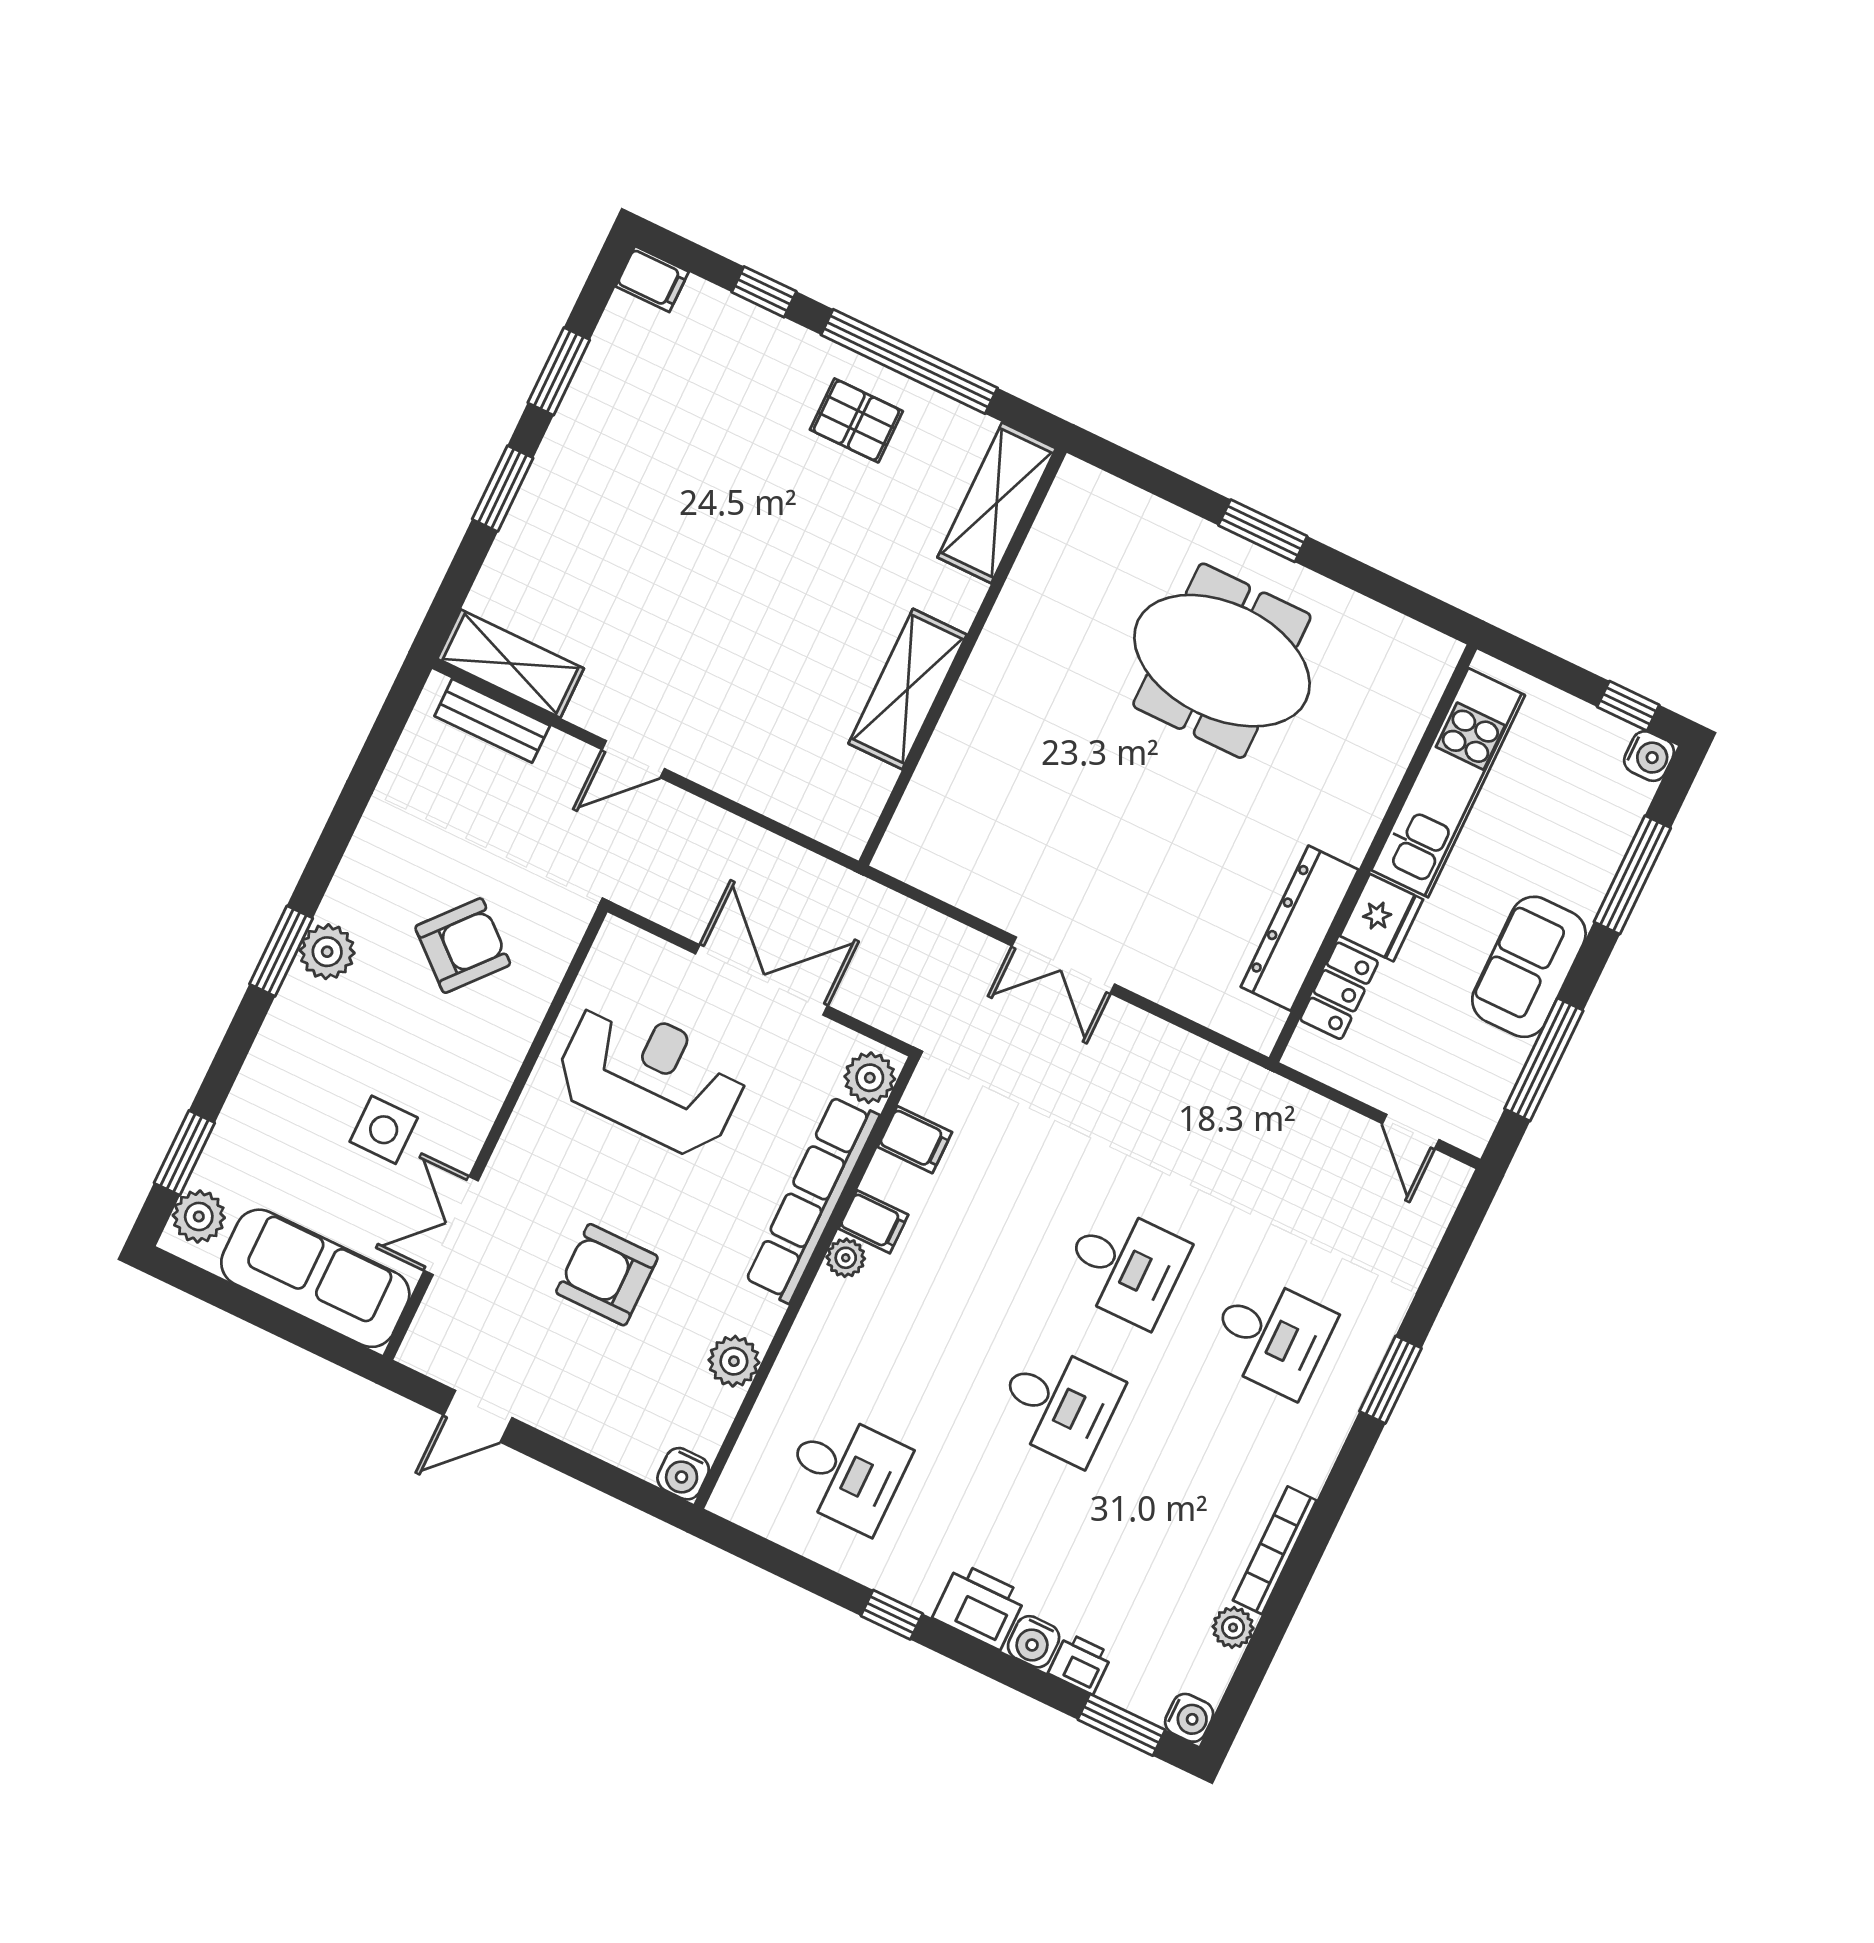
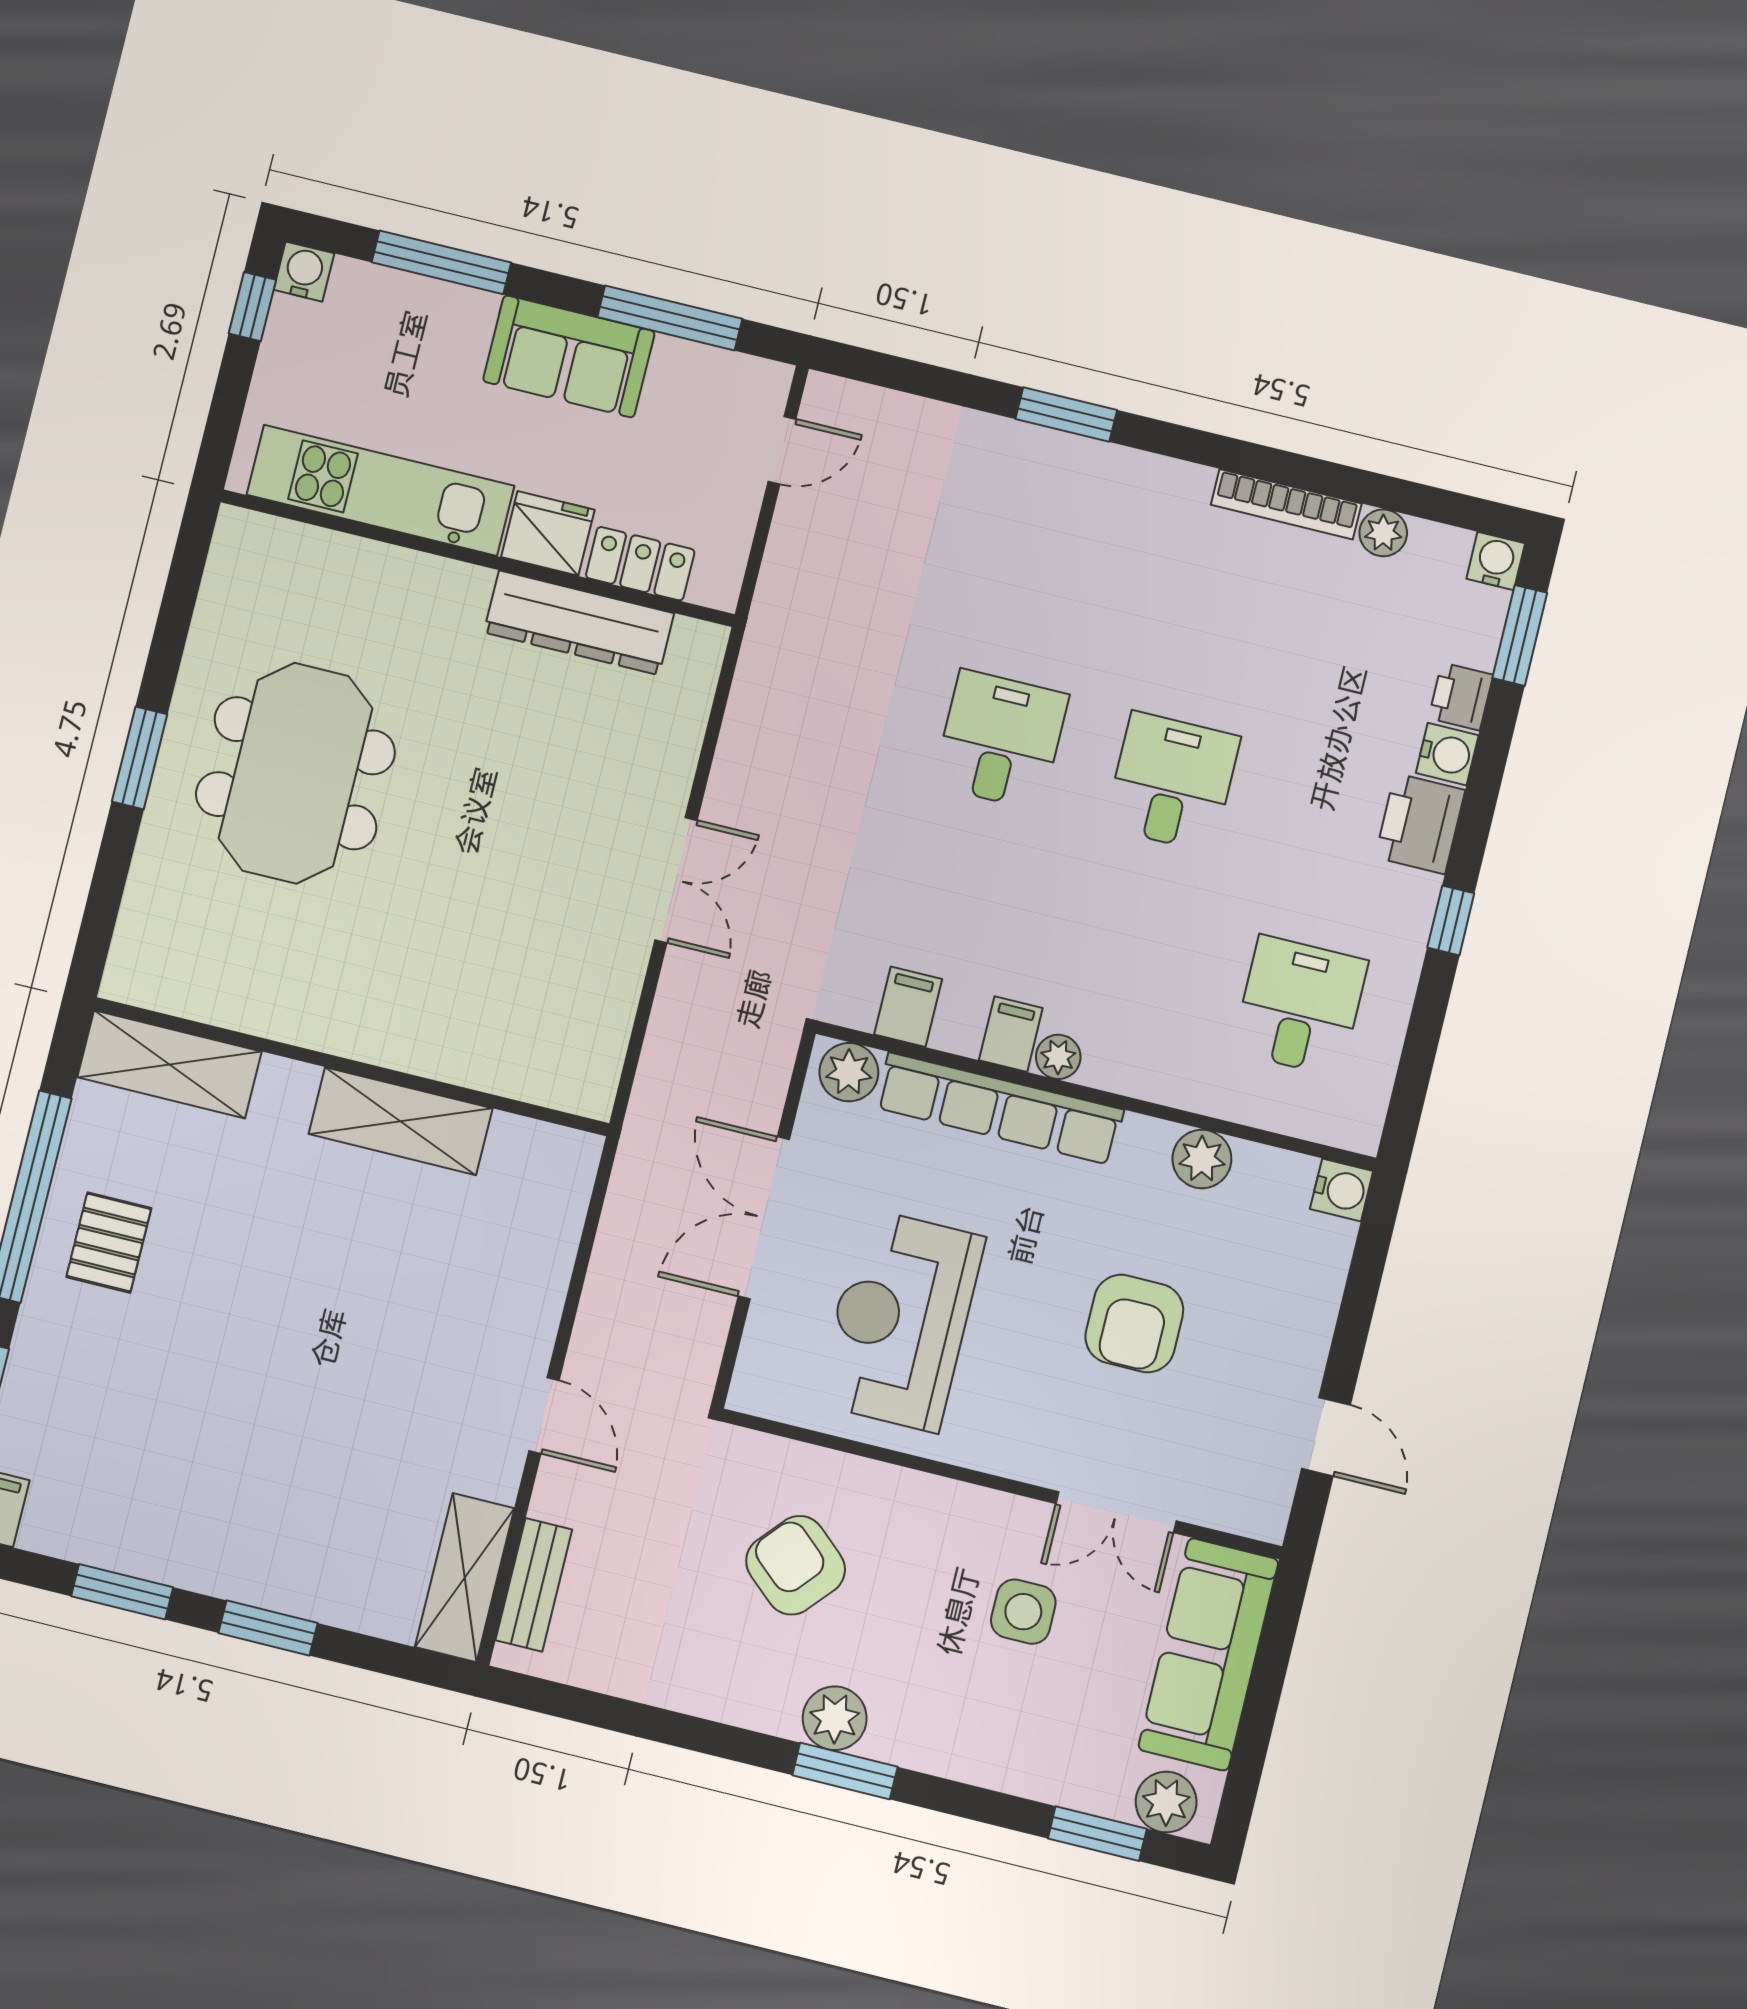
desk: (1271, 1336) -> (1045, 559), removed

